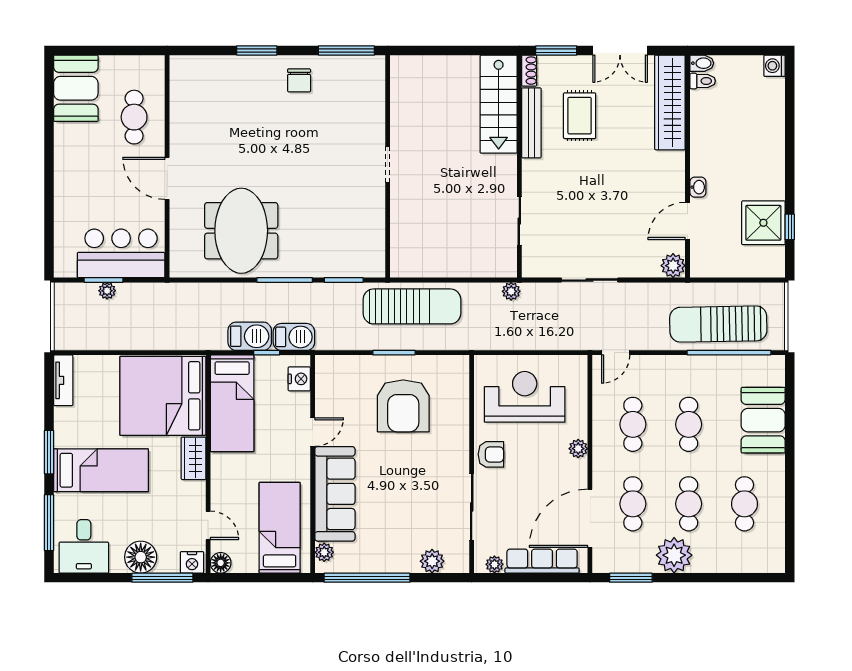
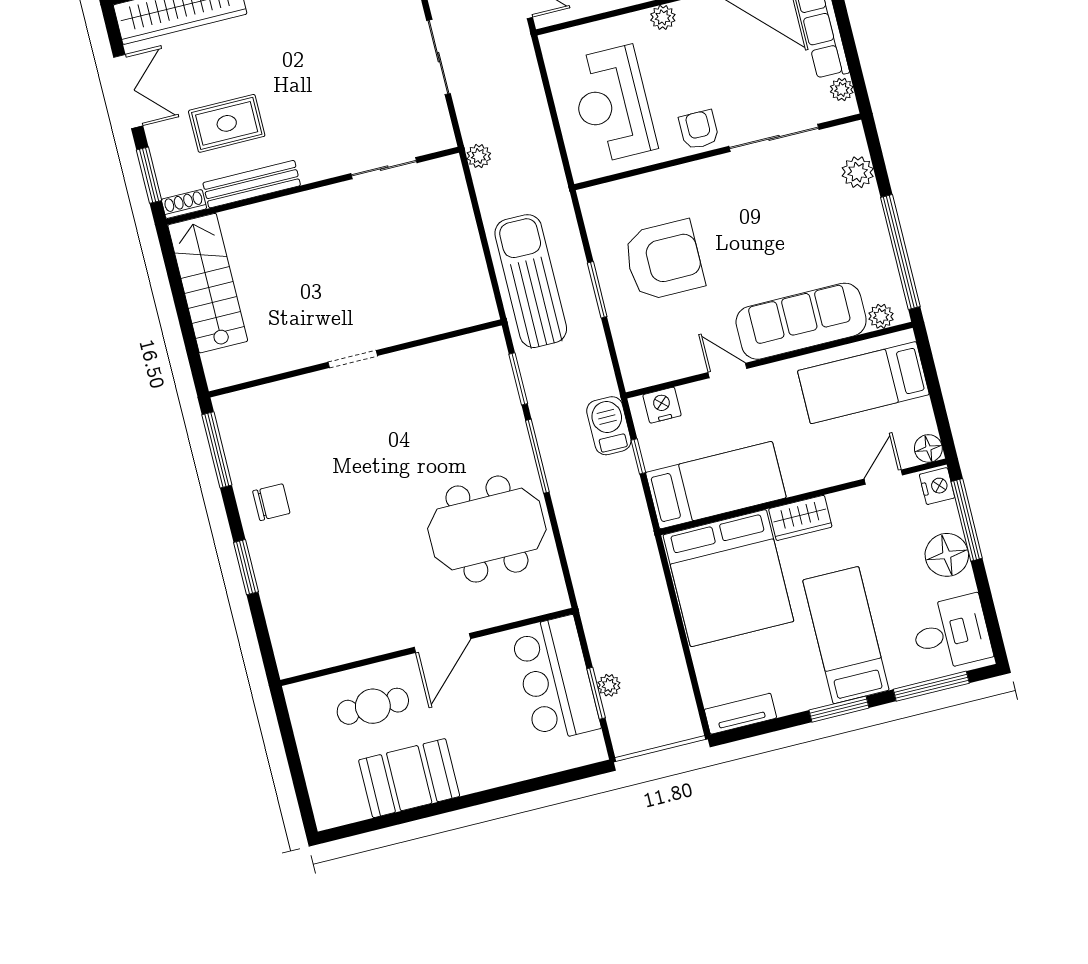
booth: (76, 88) -> (409, 778), moved
stairs: (499, 104) -> (208, 283), moved, turned -90
barbecue: (250, 336) -> (622, 484), removed

